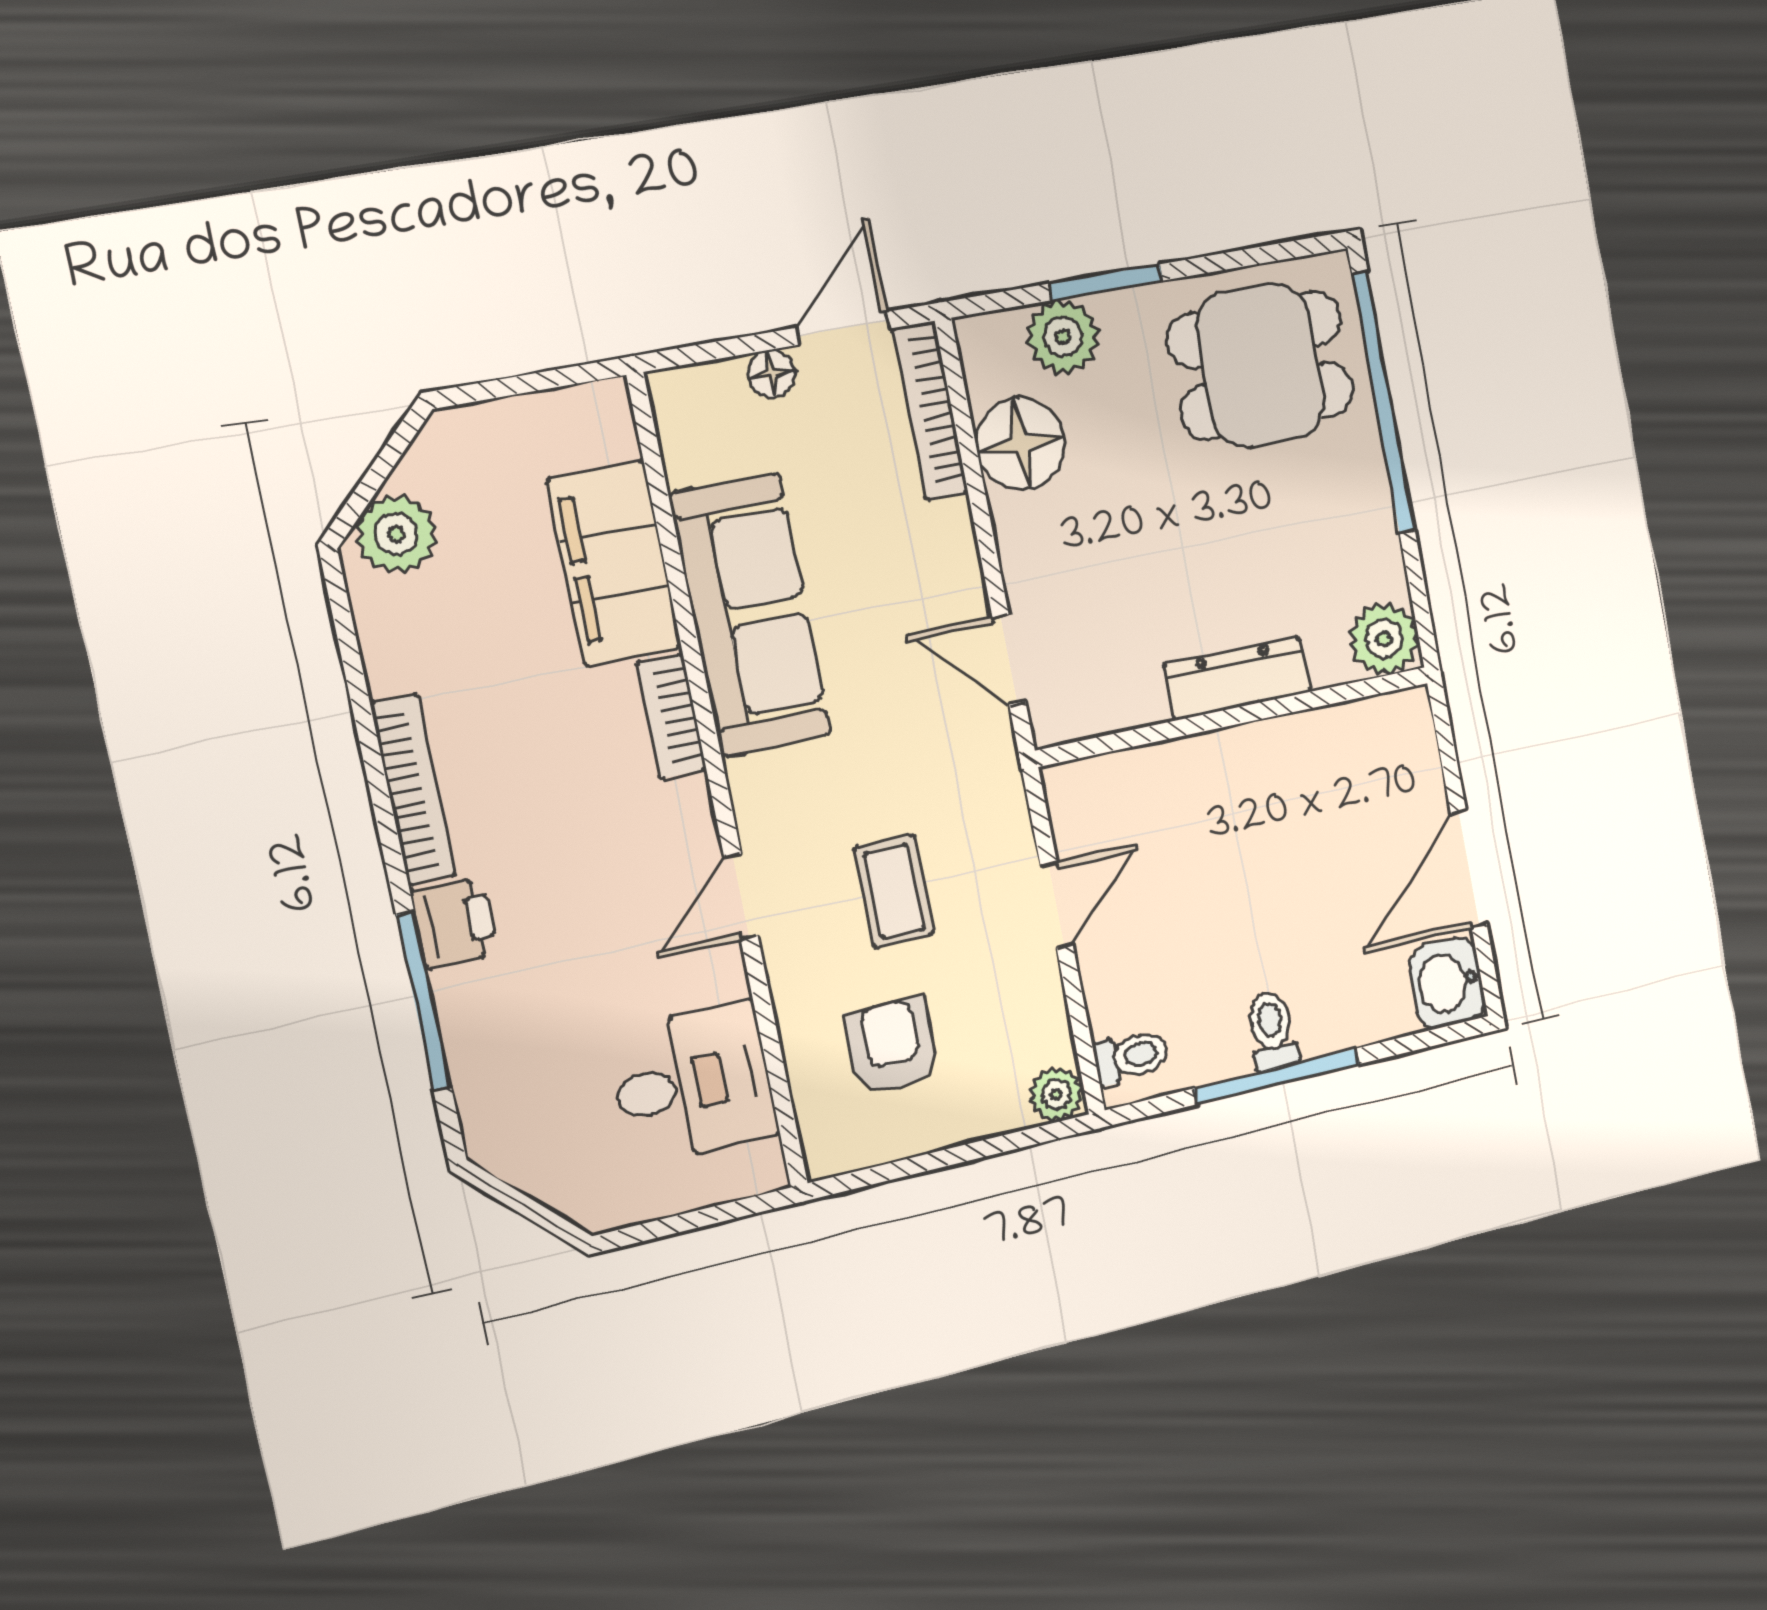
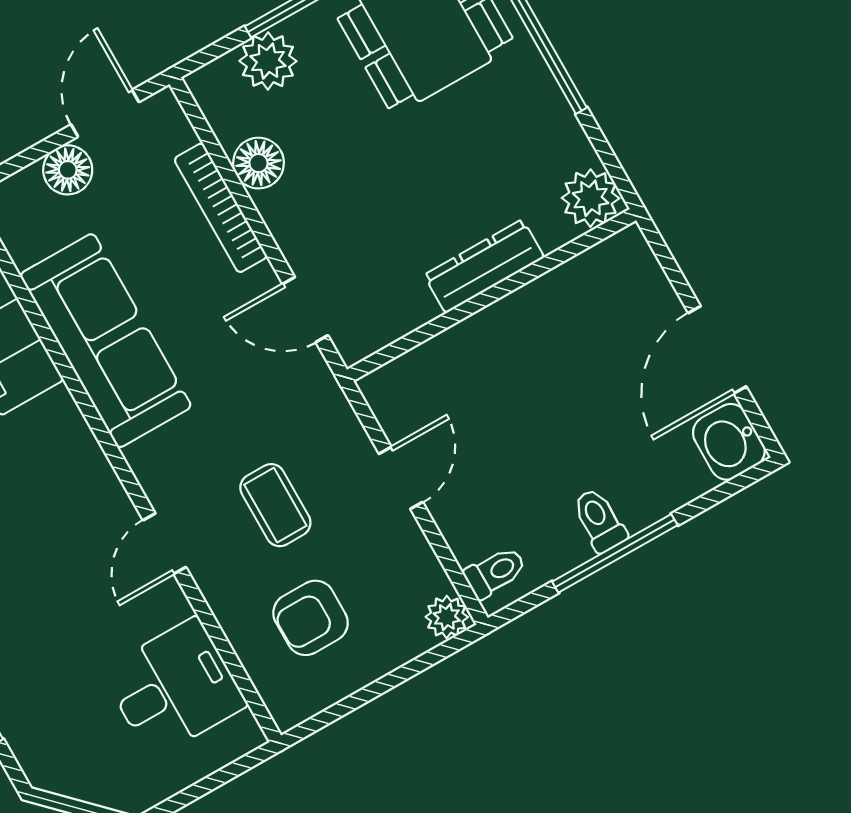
floor lamp: (772, 374) -> (68, 170), width x1.37, depth x1.37
bookcase: (930, 411) -> (221, 208), moved
floor lamp: (1020, 444) -> (259, 163), width x0.73, depth x0.73
bookcase: (671, 716) -> (73, 431), removed
armchair: (892, 1046) -> (311, 618), turned -90

